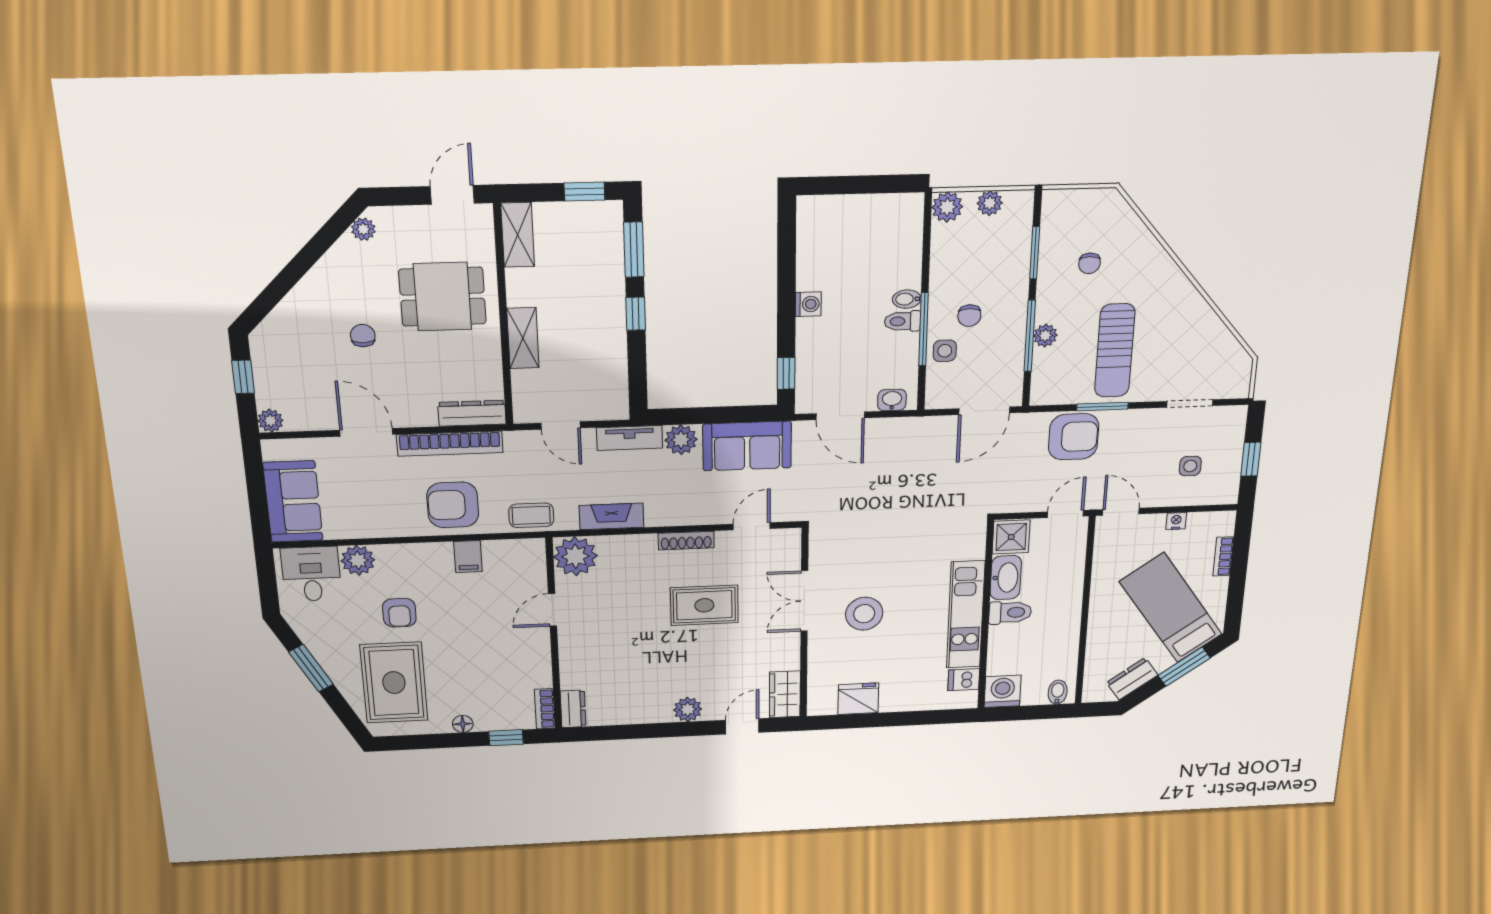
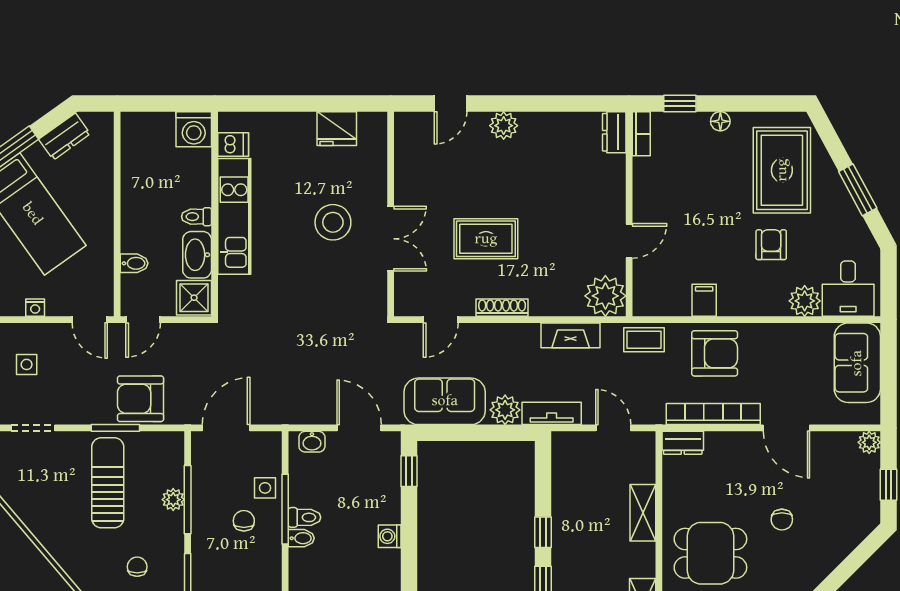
dresser: (472, 413) -> (683, 443), width x0.70
toilet: (1010, 613) -> (197, 217), width x0.73, depth x0.72
bidet: (1058, 692) -> (134, 263), moved, turned -90
wardrobe: (785, 694) -> (409, 137), removed

